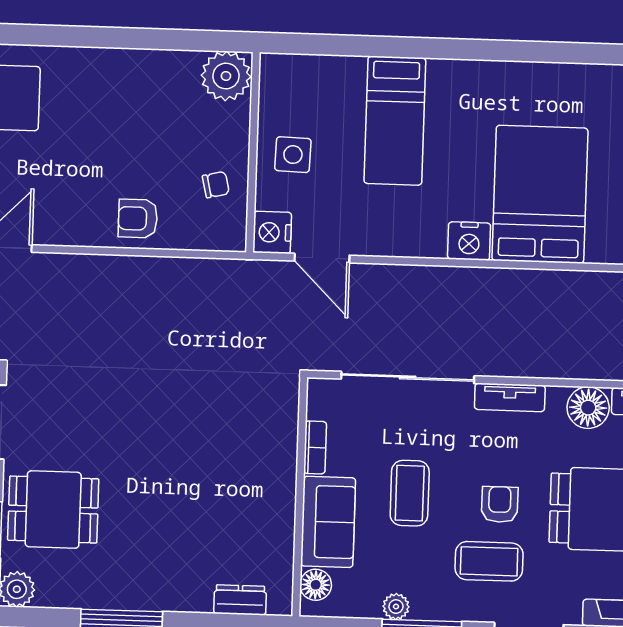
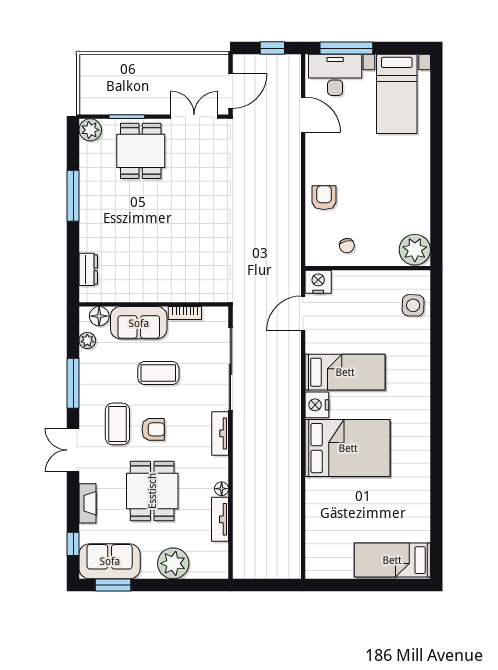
bed: (395, 121) -> (345, 372), moved, turned 180
side table: (293, 155) -> (413, 305), moved
floor lamp: (588, 408) -> (222, 489), width x0.53, depth x0.53
plant: (396, 607) -> (87, 340), moved

